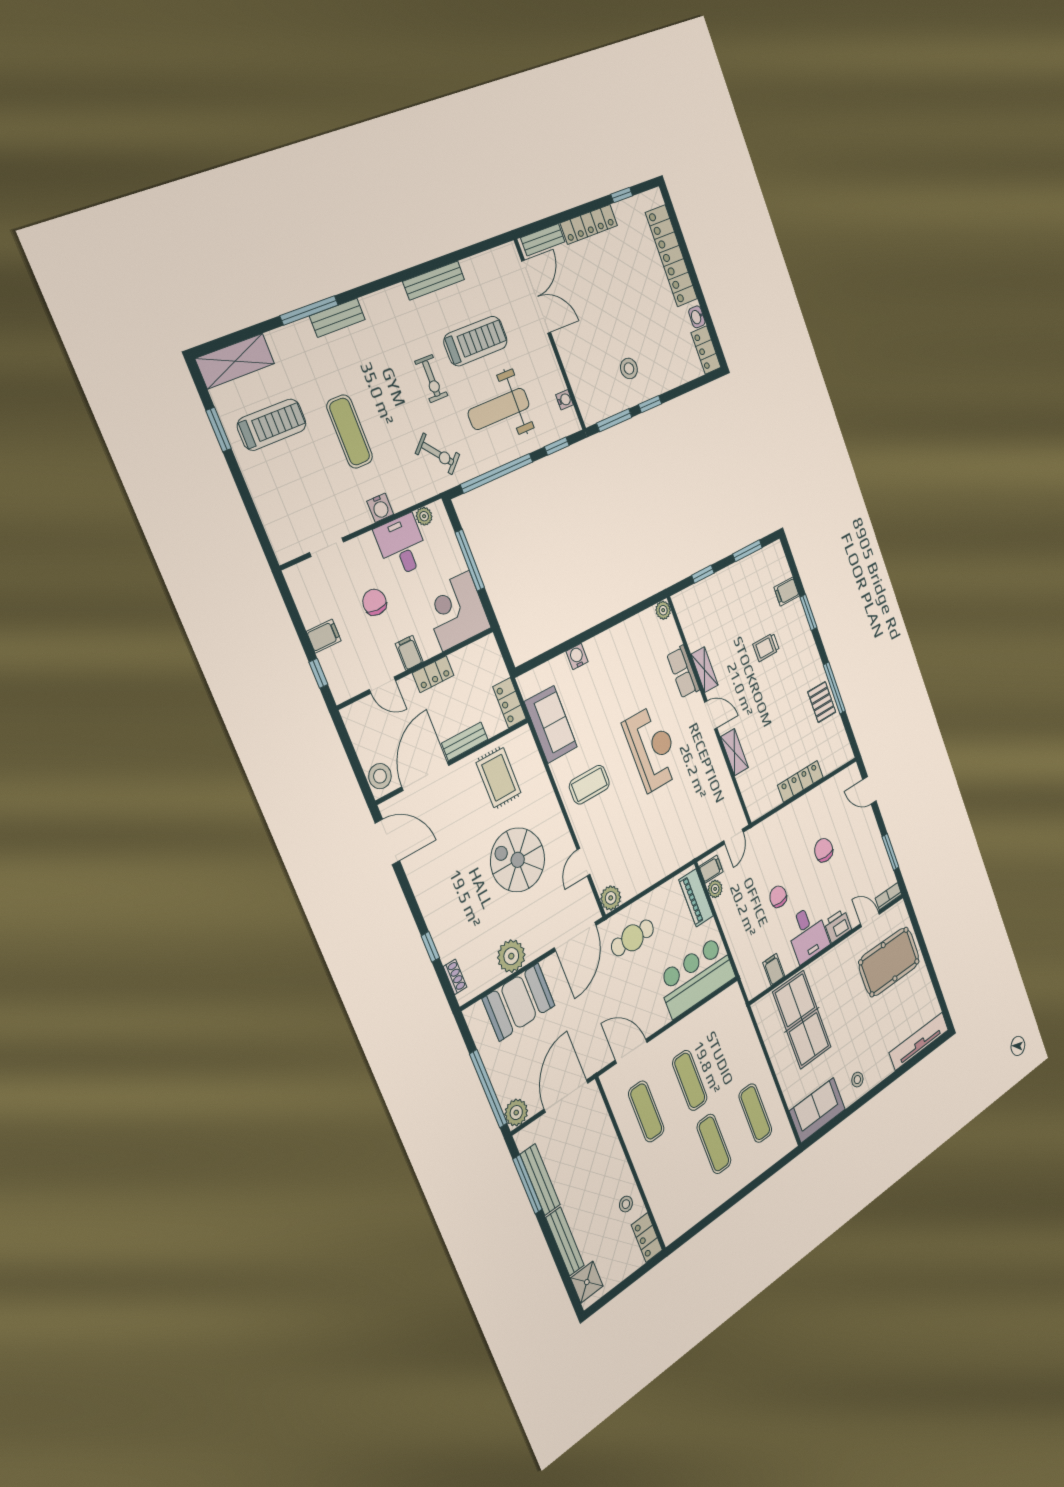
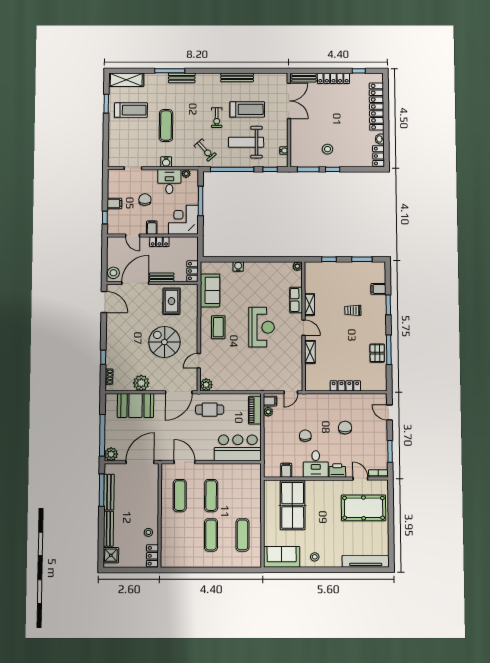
coffee table: (589, 785) -> (218, 327), turned 90

